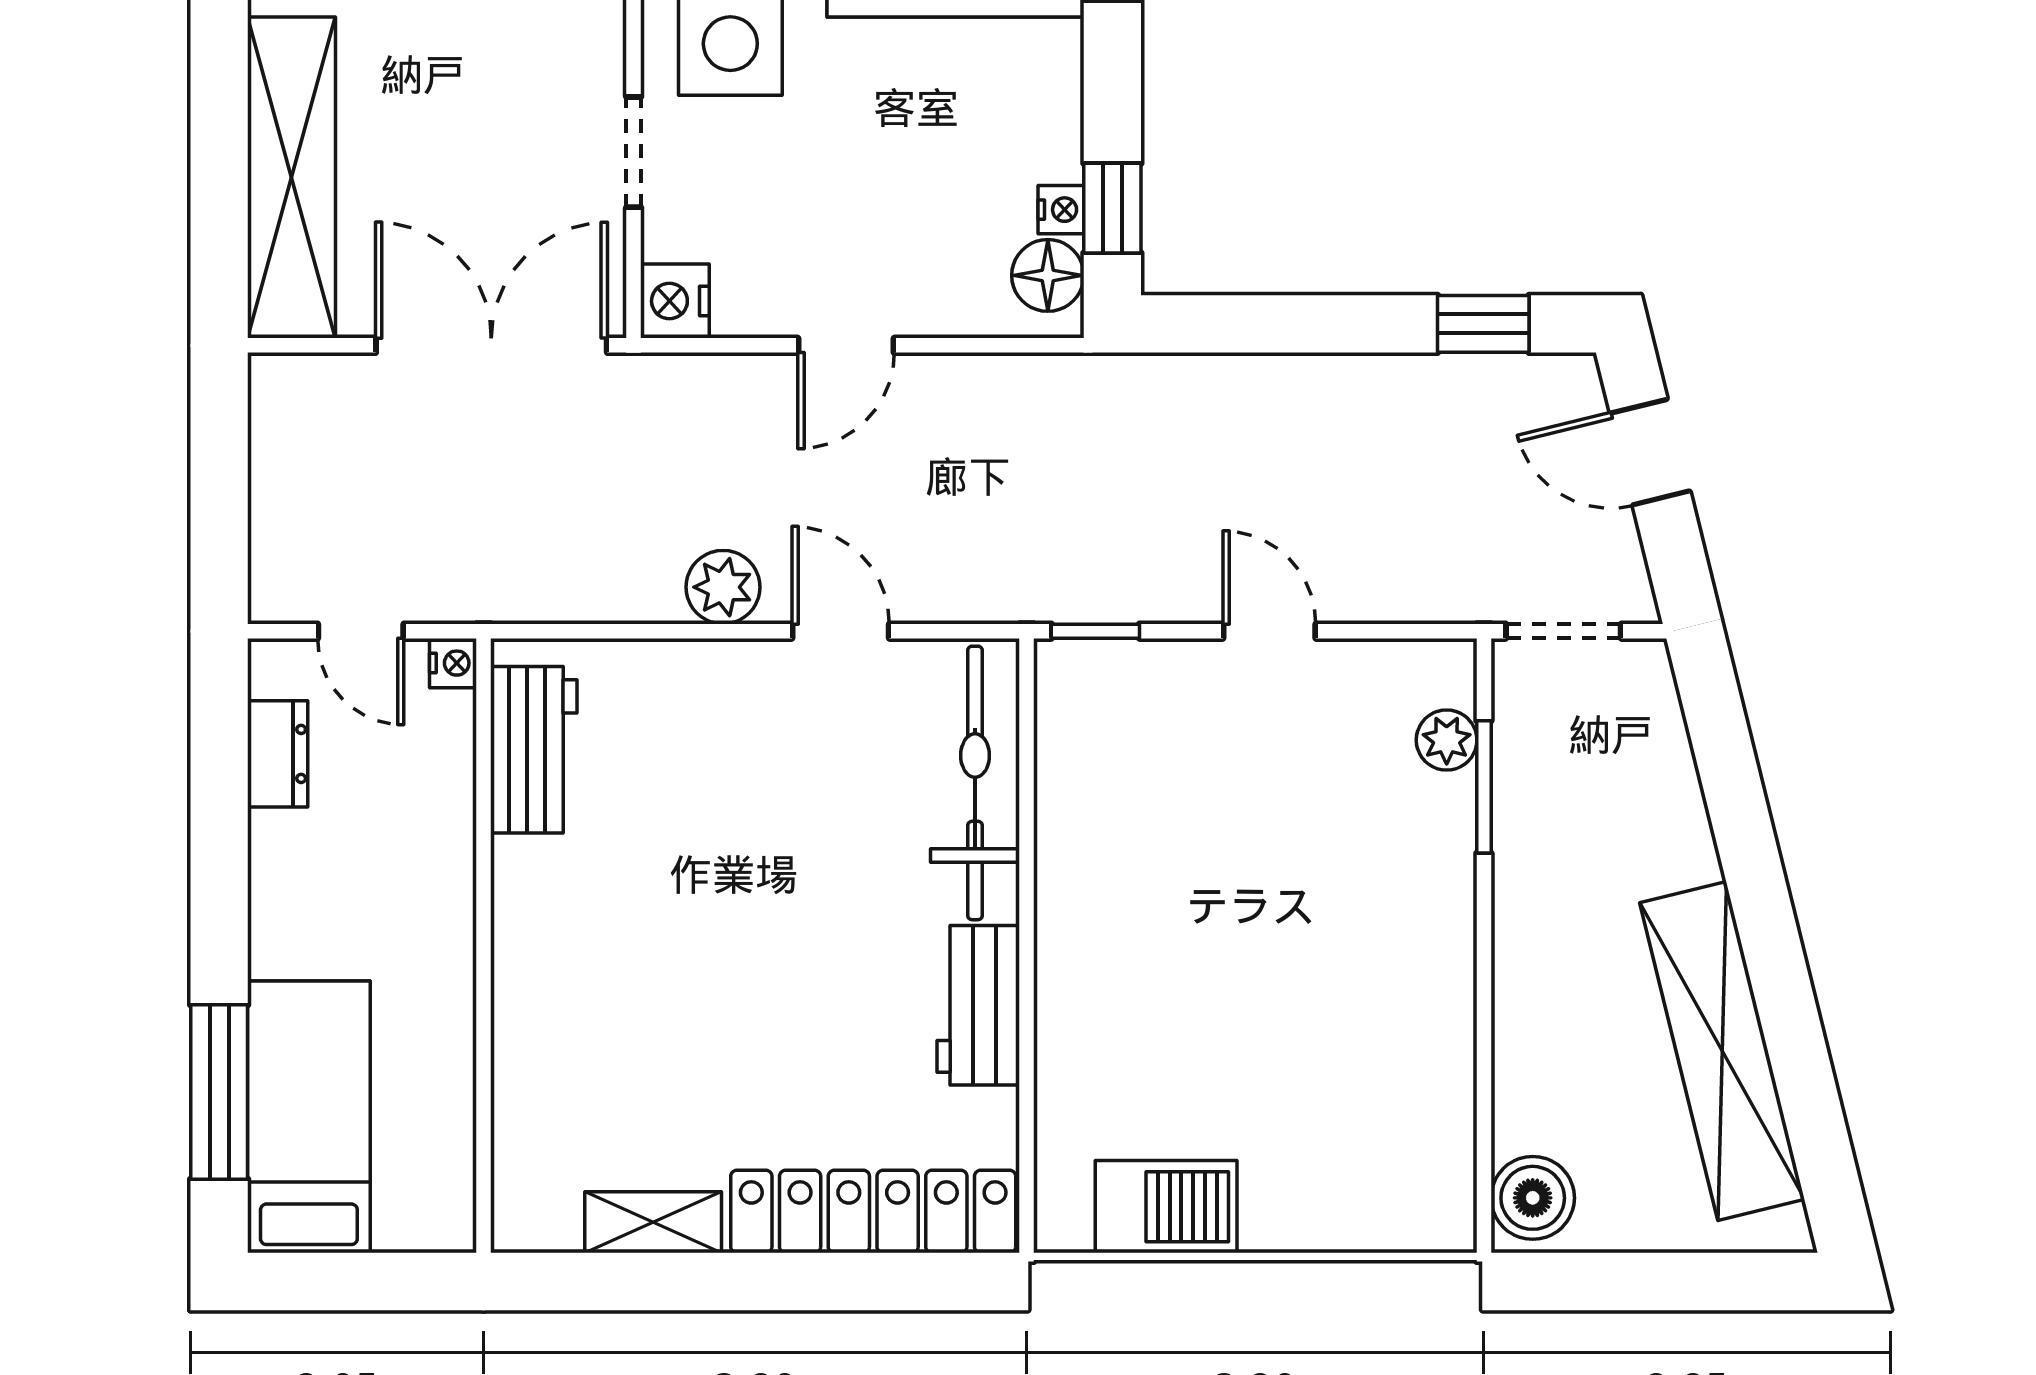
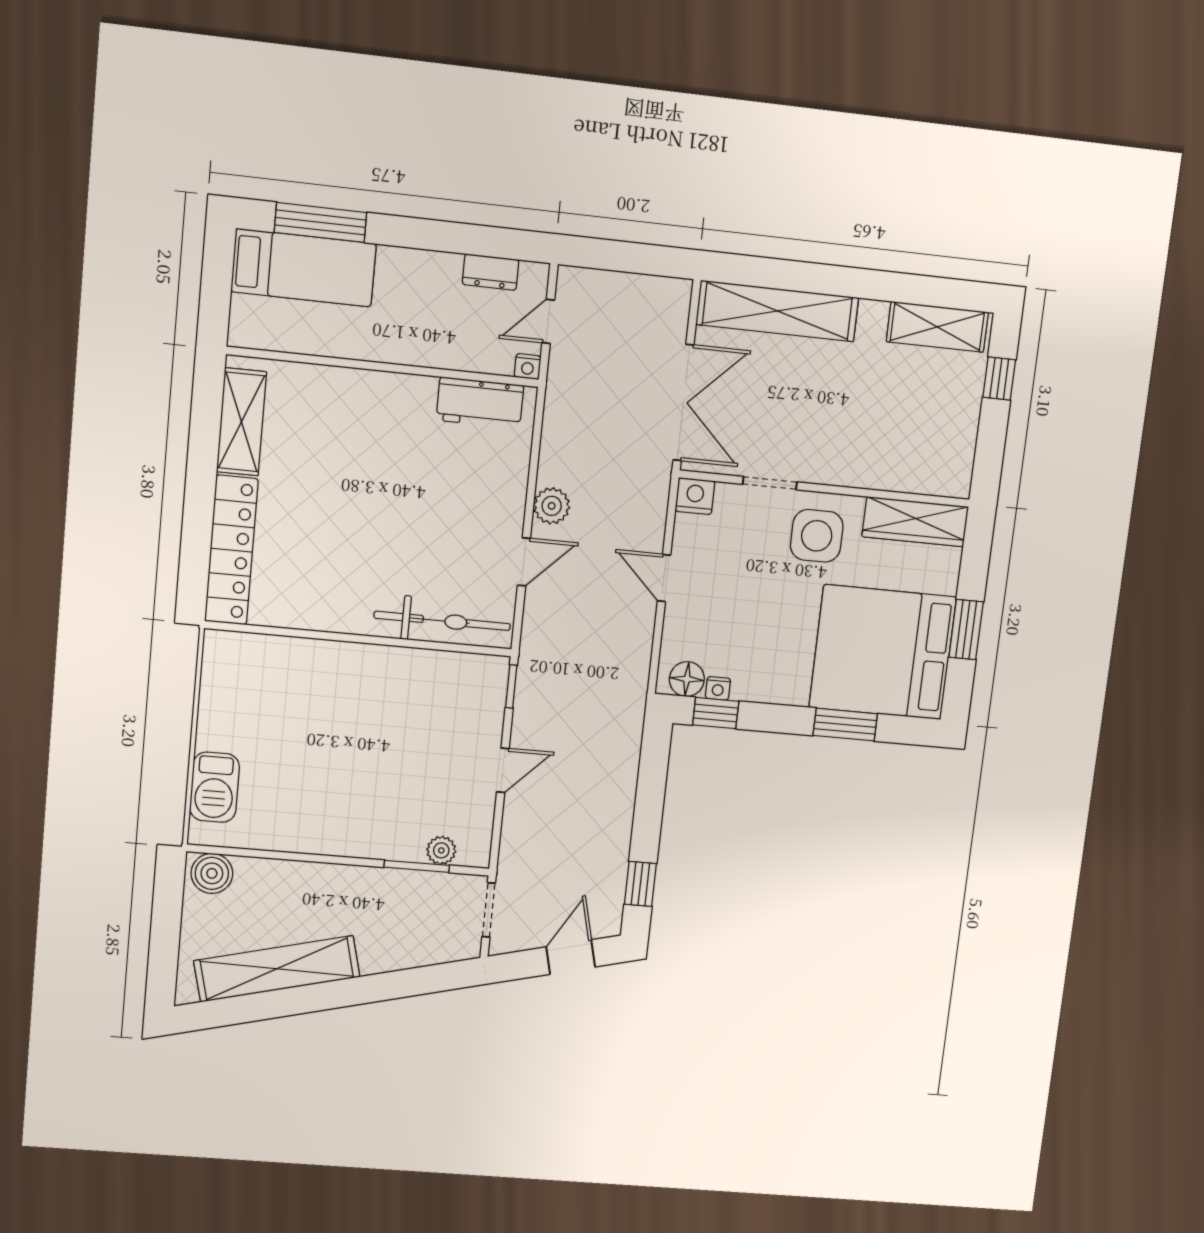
workbench: (978, 1005) -> (331, 612), removed
barbecue: (1166, 1207) -> (214, 787), moved
shelving: (653, 1222) -> (241, 422), width x1.50, depth x1.33

